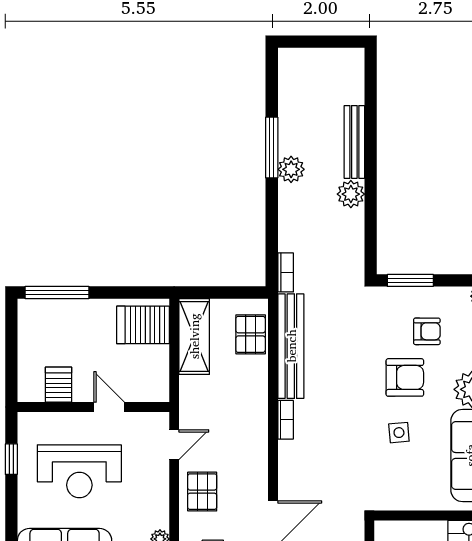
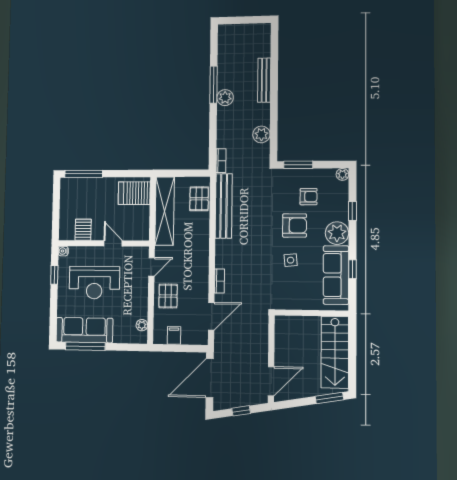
plant: (351, 194) -> (261, 134), moved
shelving: (194, 336) -> (165, 211), width x1.47
water cooler: (26, 420) -> (63, 251), added
bookcase: (286, 420) -> (219, 281), moved

